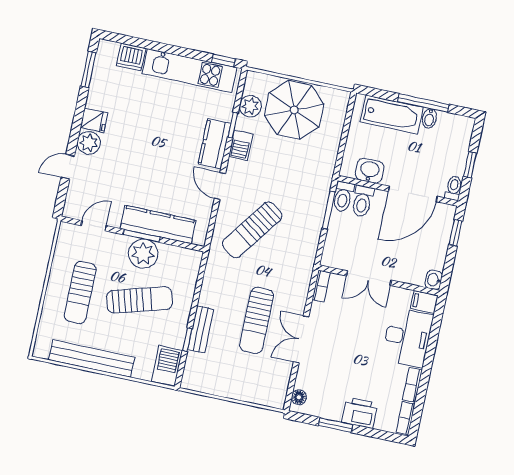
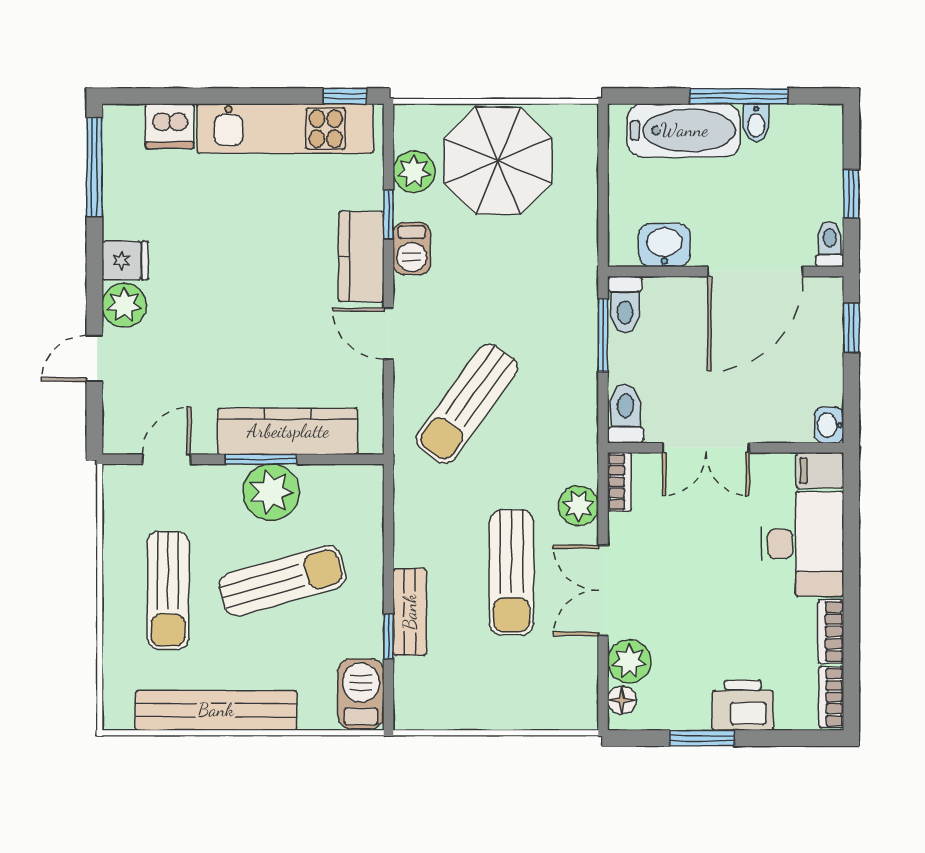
window: (88, 69) -> (94, 167), width x1.44
toilet: (362, 201) -> (626, 414), moved, turned 180
plant: (298, 294) -> (578, 506), added
plant: (307, 378) -> (629, 661), added

